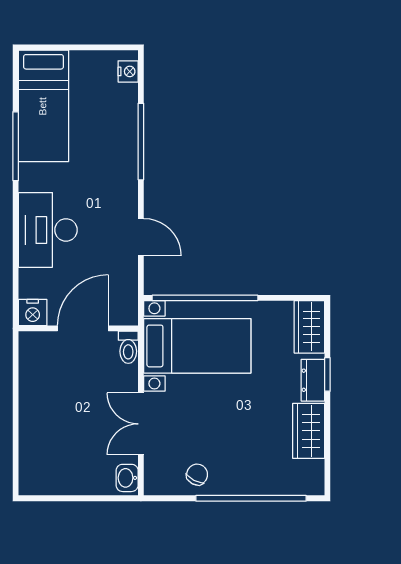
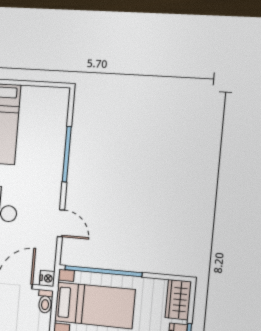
nightstand: (128, 71) -> (47, 278), moved

